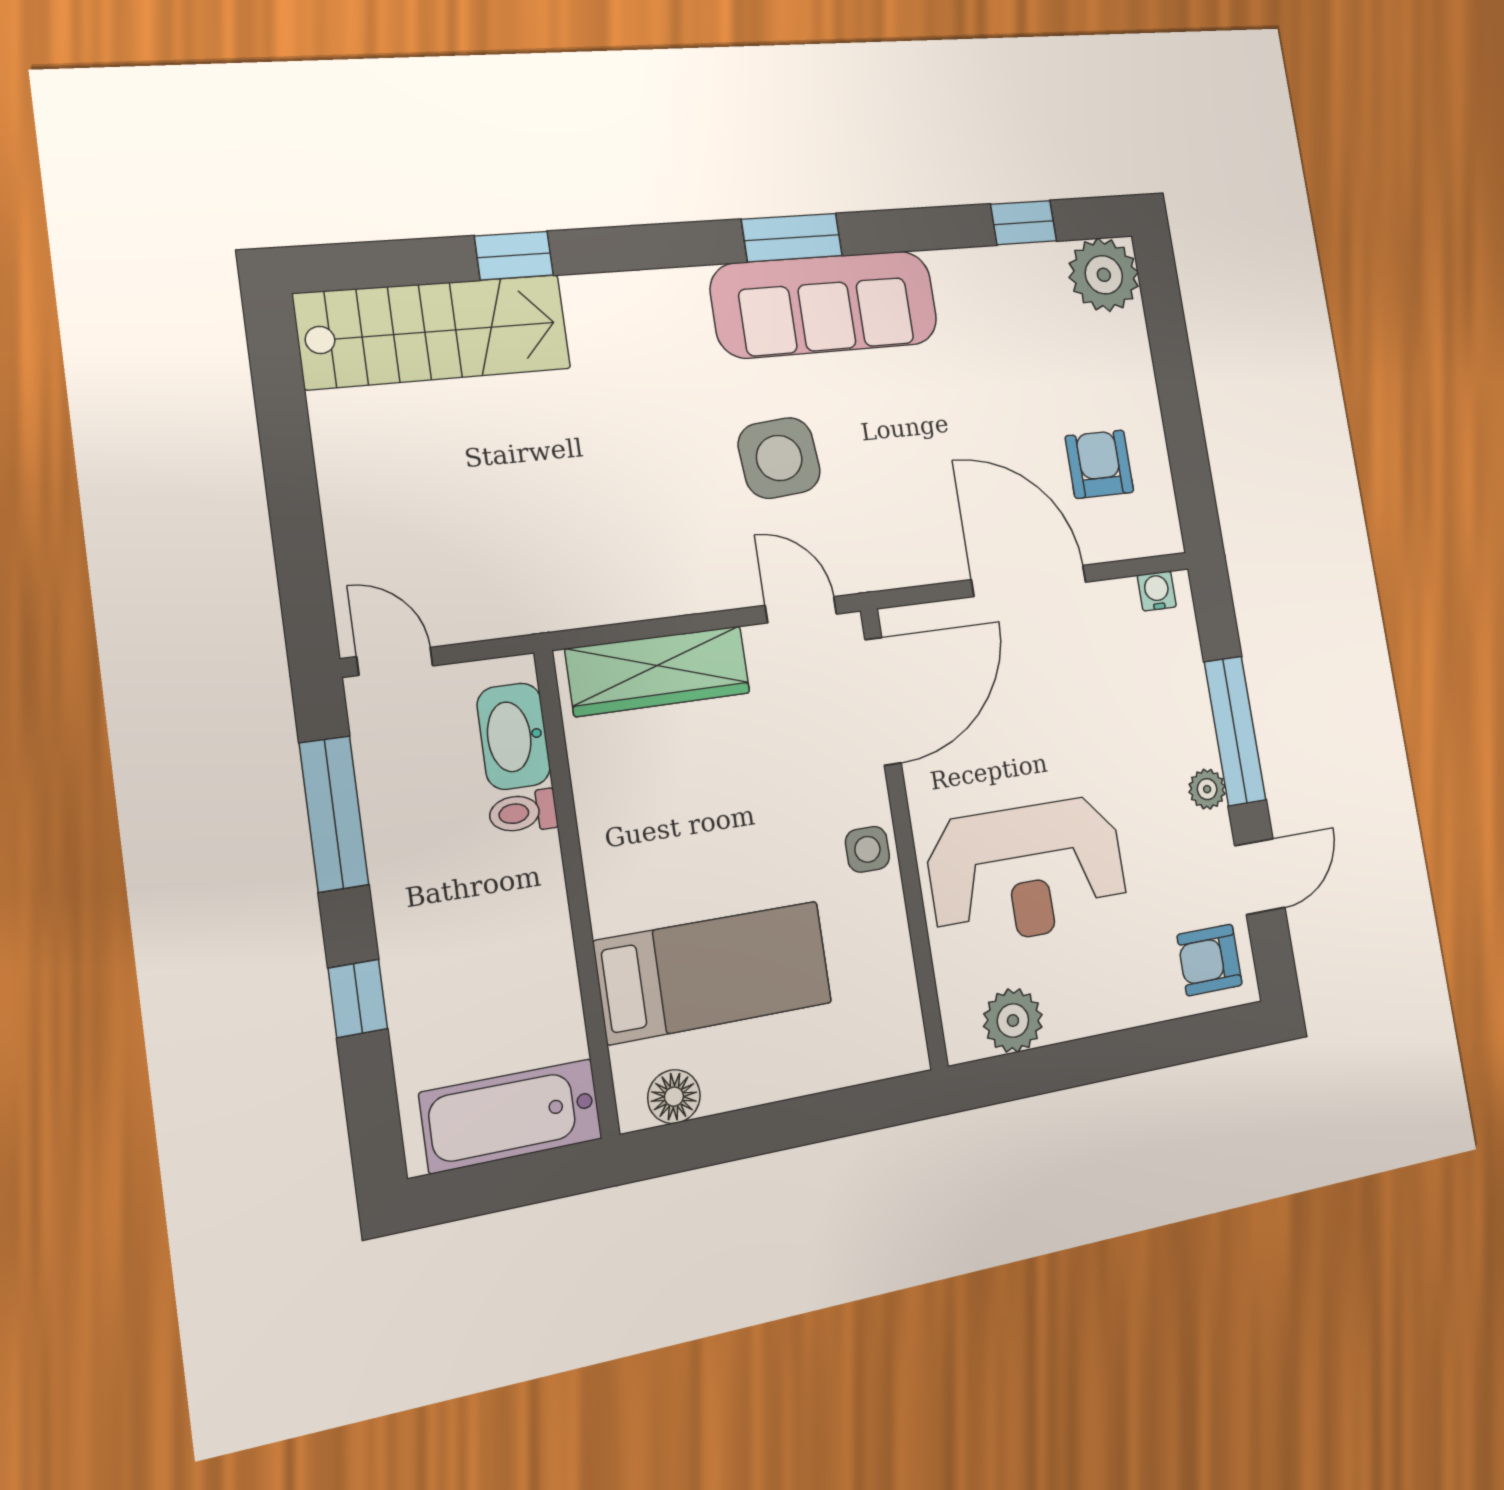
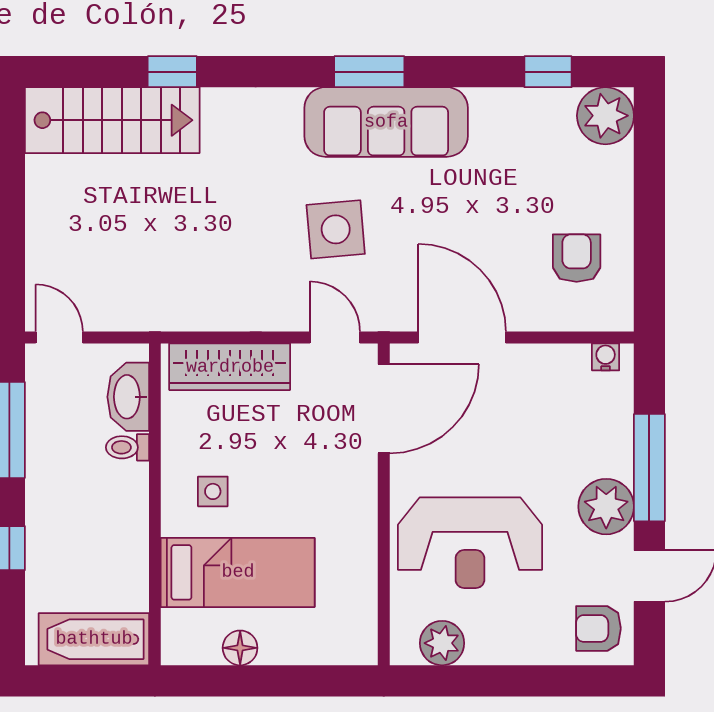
door: (1029, 581) -> (462, 337), moved
plant: (1207, 789) -> (606, 507), width x1.88, depth x1.88
side table: (867, 849) -> (213, 491), moved
floor lamp: (674, 1097) -> (240, 648), moved

